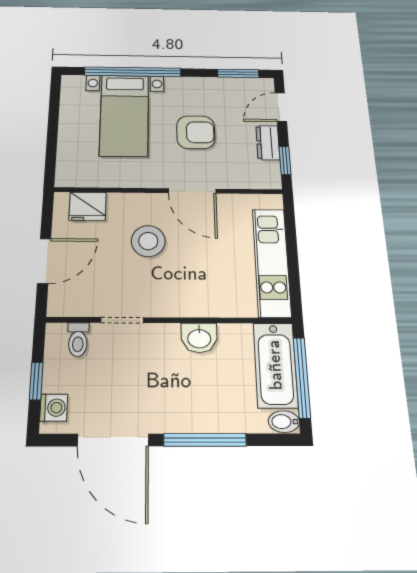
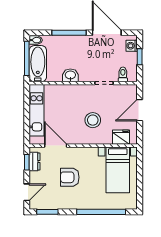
bed with nightstands: (124, 115) -> (118, 170), moved, turned 180
dresser: (268, 143) -> (35, 162), moved
door: (192, 191) -> (56, 146), moved

